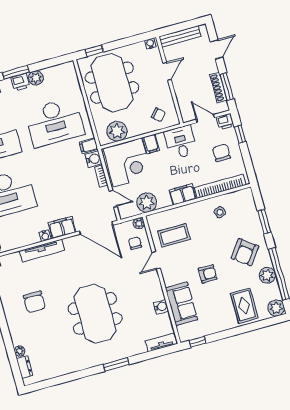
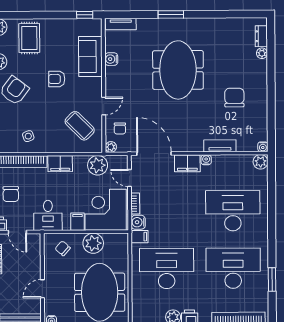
plant: (117, 131) -> (93, 243), moved
coffee table: (174, 235) -> (80, 126), turned 45
tv unit: (42, 251) -> (220, 146), width x0.71

